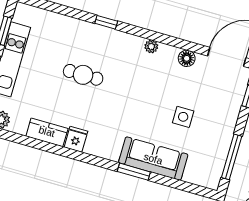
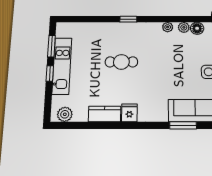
plant: (171, 53) -> (184, 27), added

